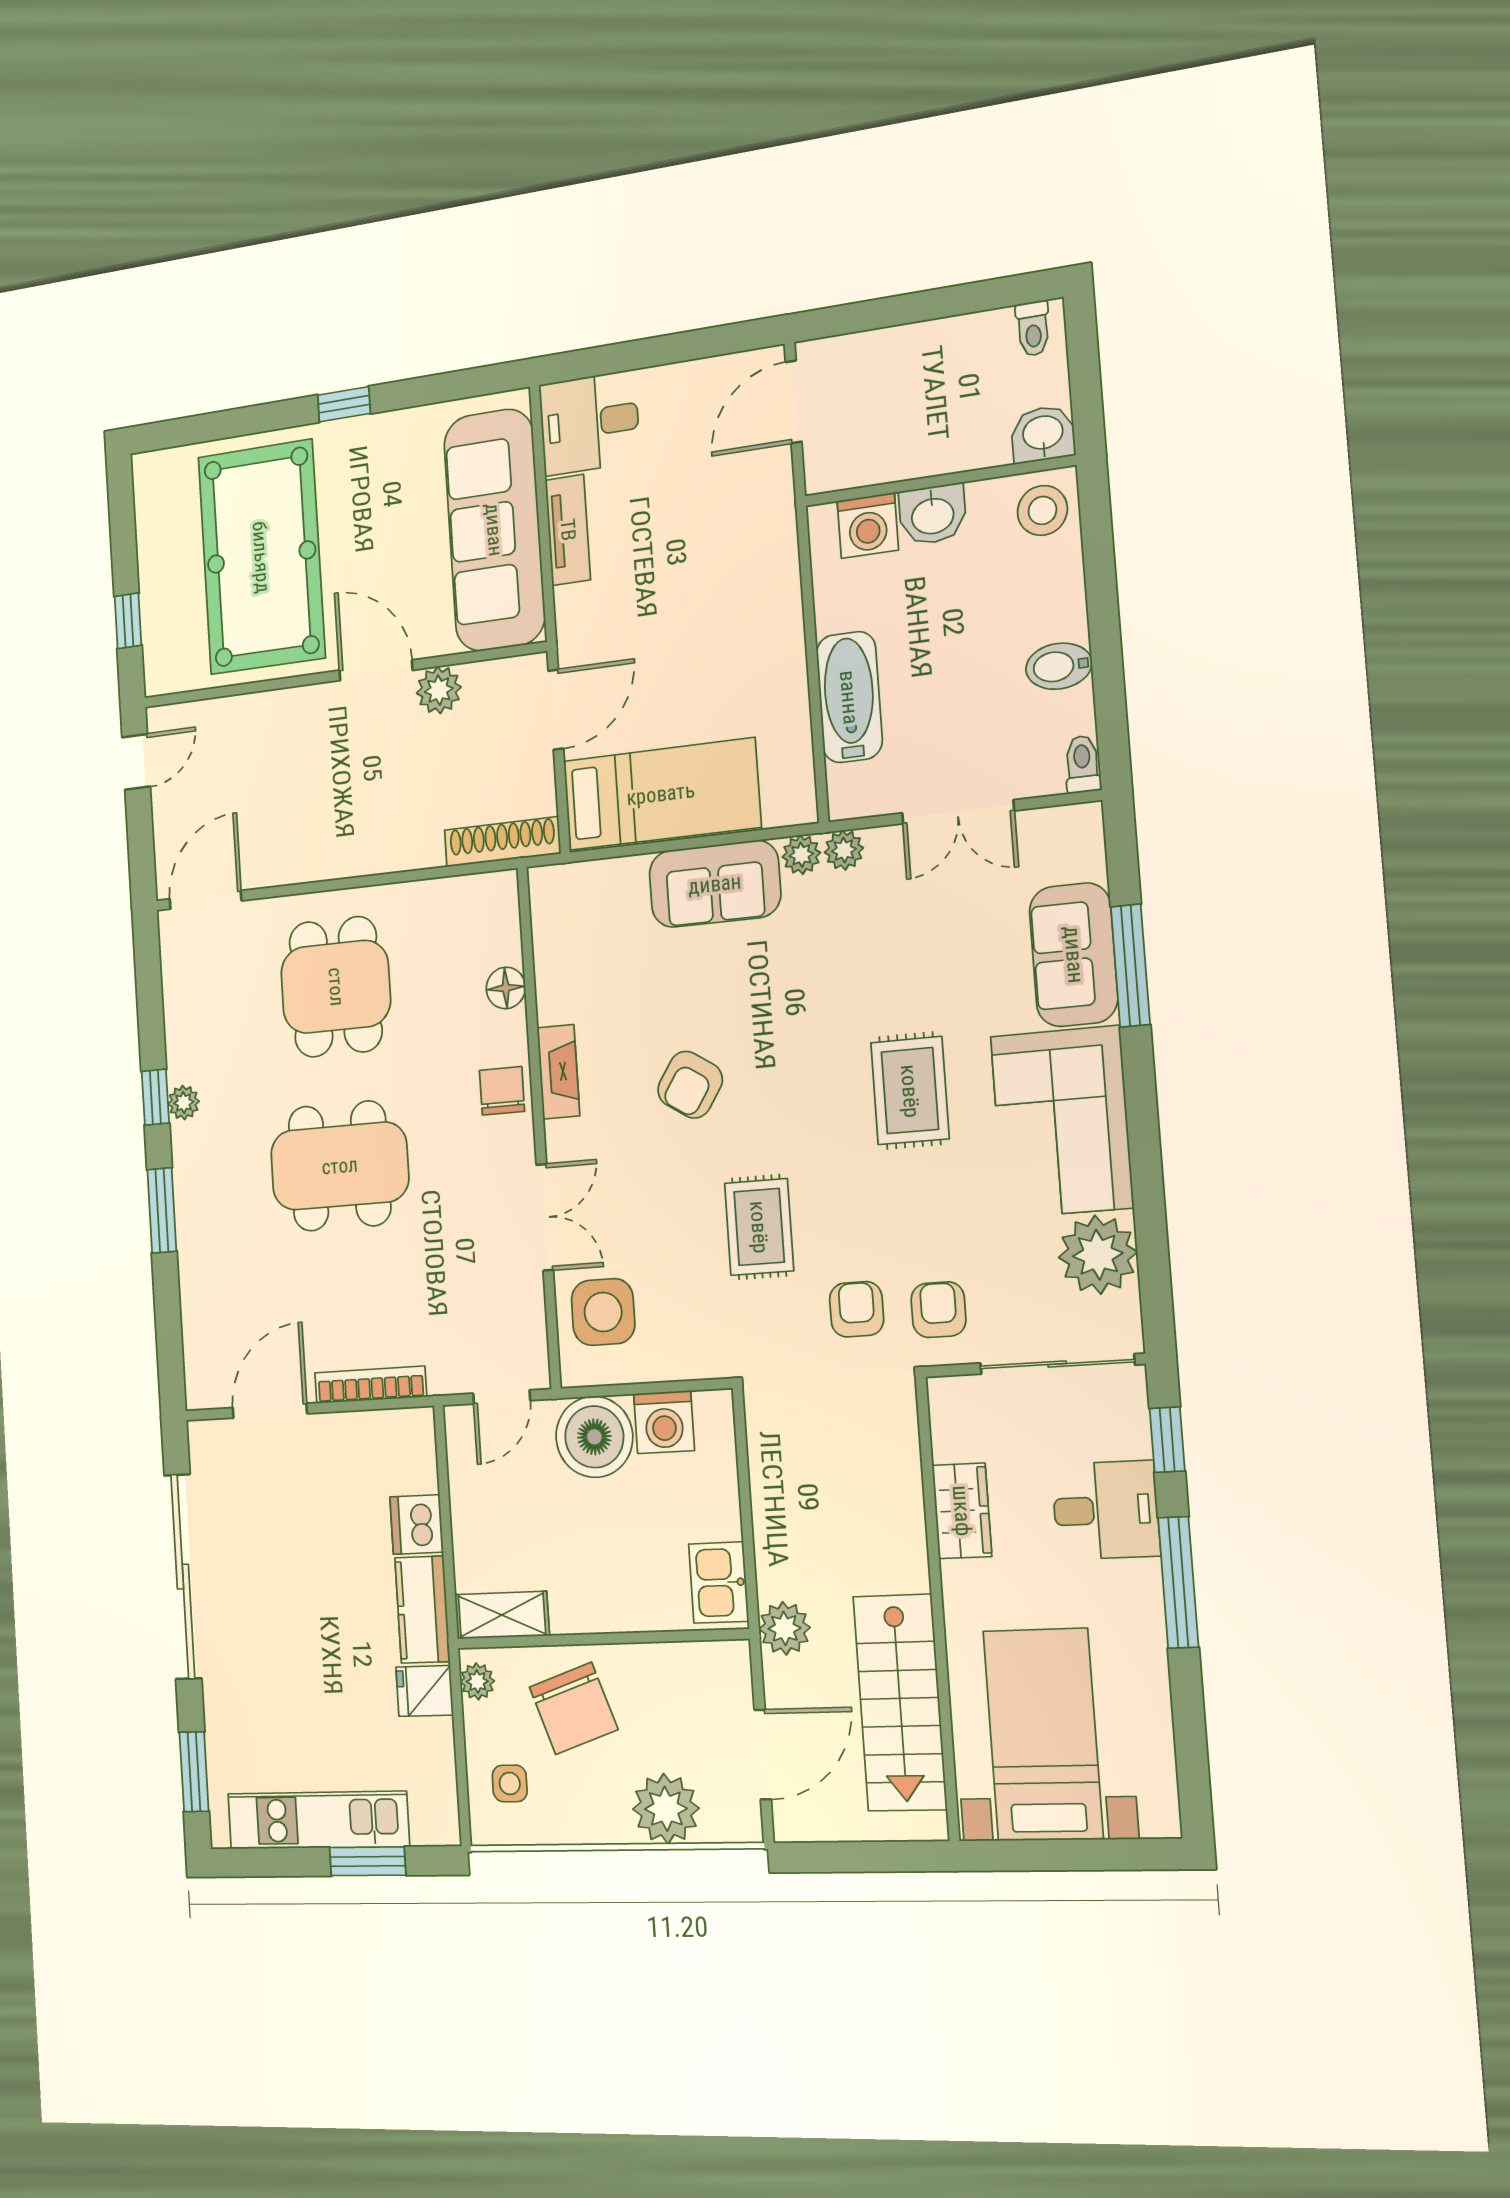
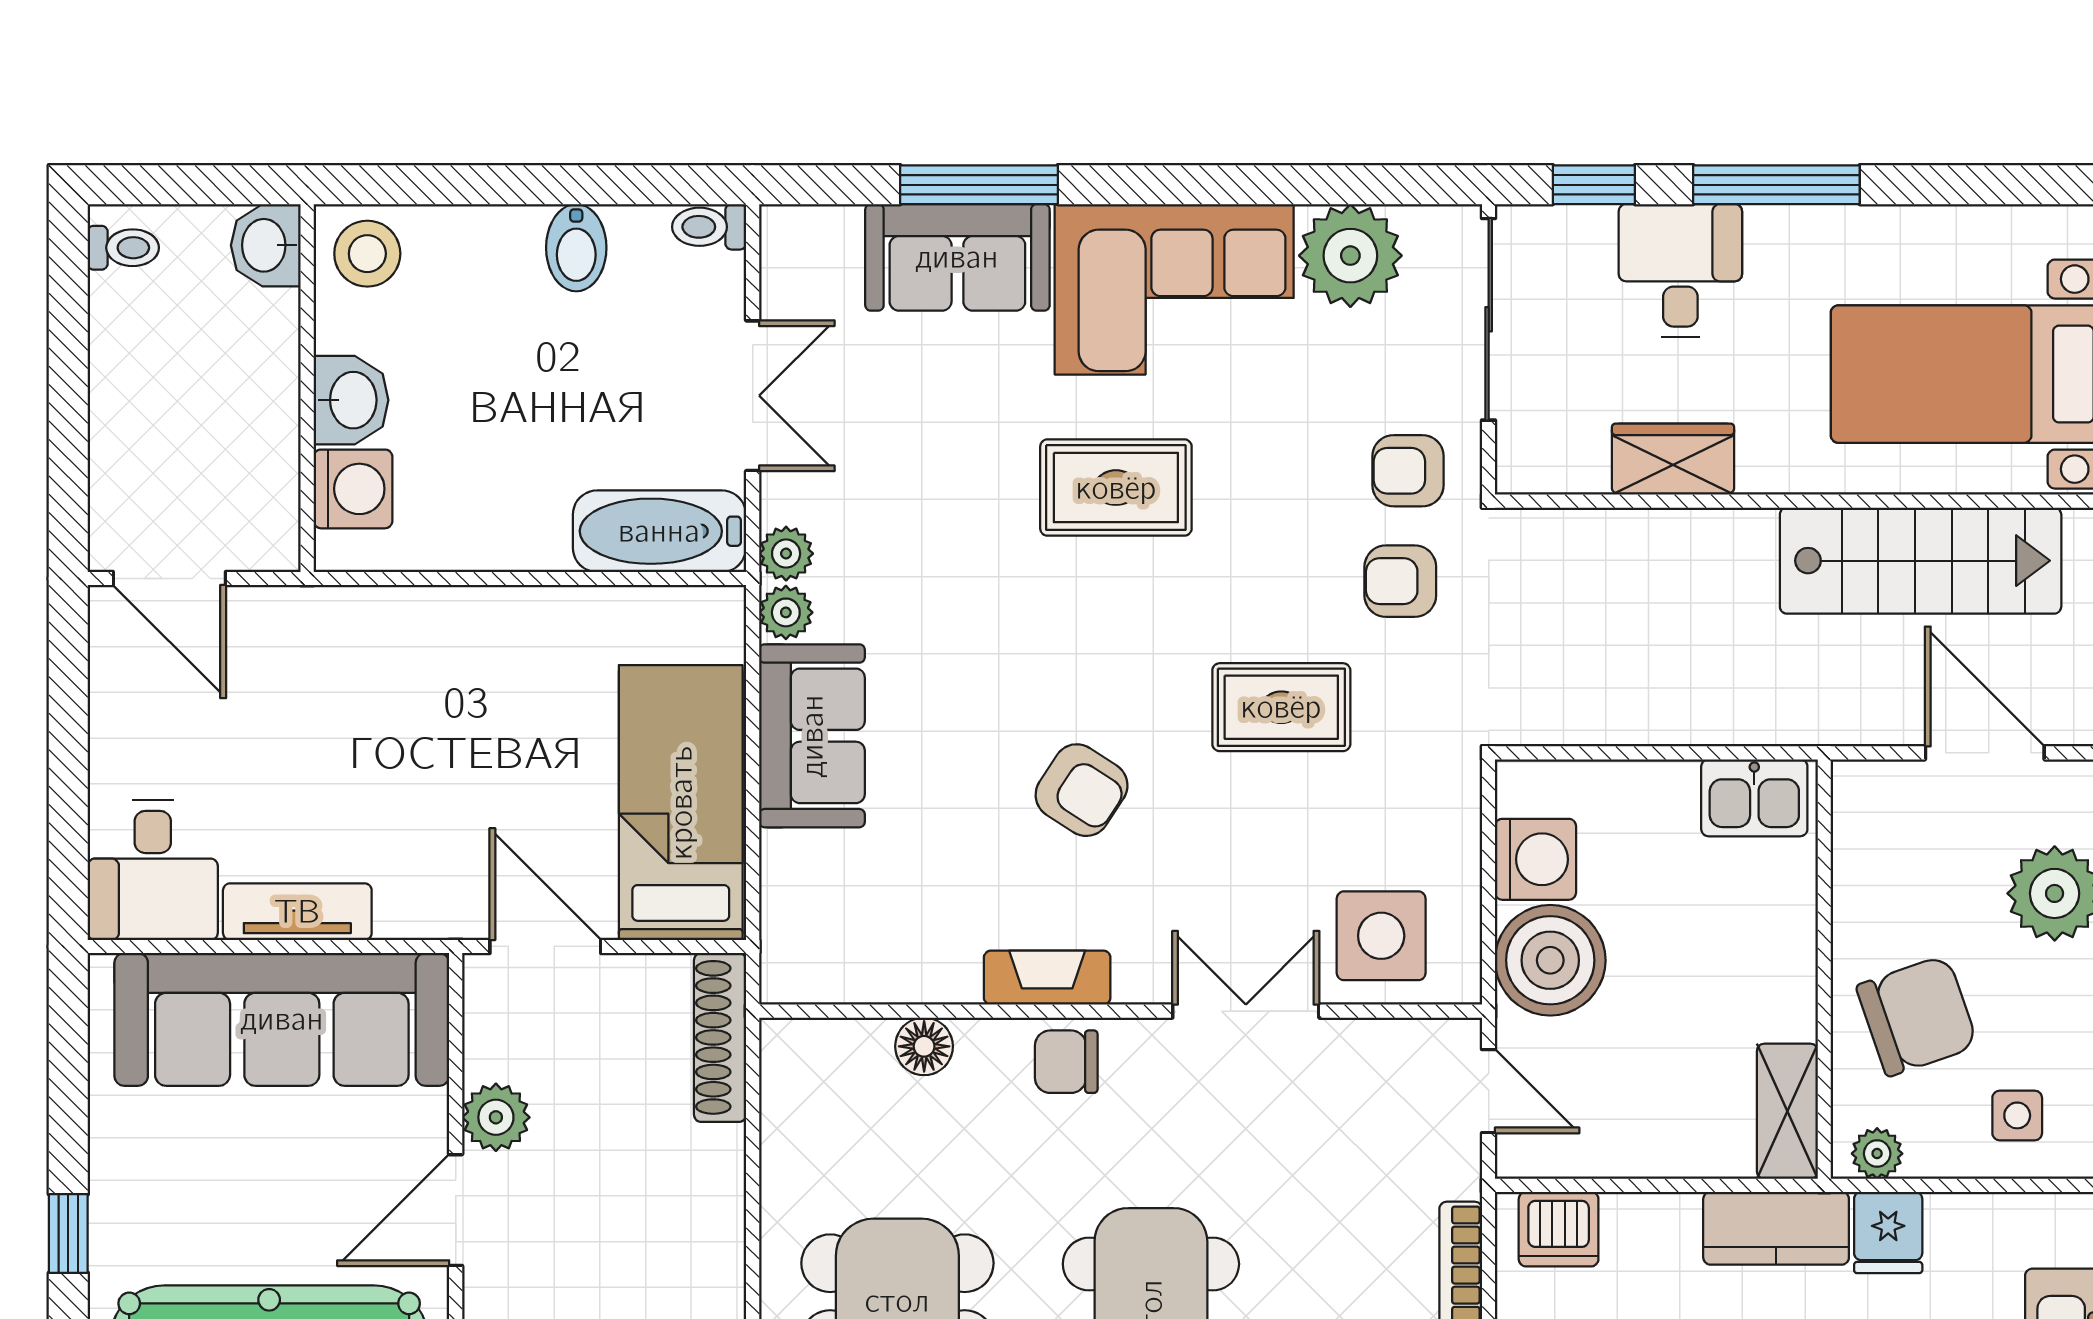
bathtub: (849, 697) -> (659, 531), moved
dishwasher: (417, 1524) -> (1559, 1229), moved
plant: (784, 1628) -> (1818, 711), removed

